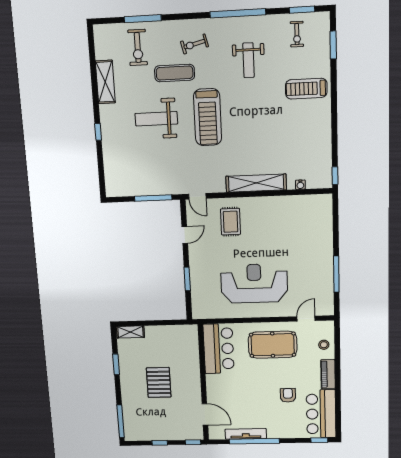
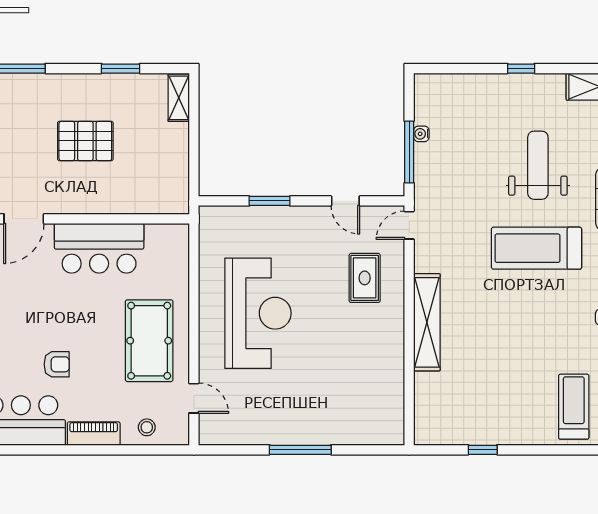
window: (335, 176) -> (483, 450), moved
water cooler: (300, 185) -> (421, 134), moved
rug: (231, 222) -> (365, 278), turned 90
window: (336, 274) -> (300, 450), moved
bar counter: (219, 349) -> (99, 248), moved

